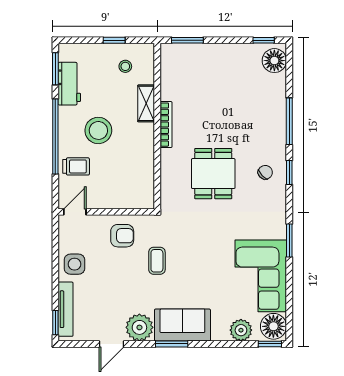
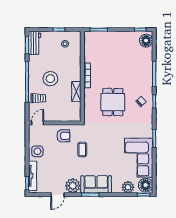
workbench: (69, 84) -> (35, 43), moved
shelving: (146, 103) -> (76, 91), moved

